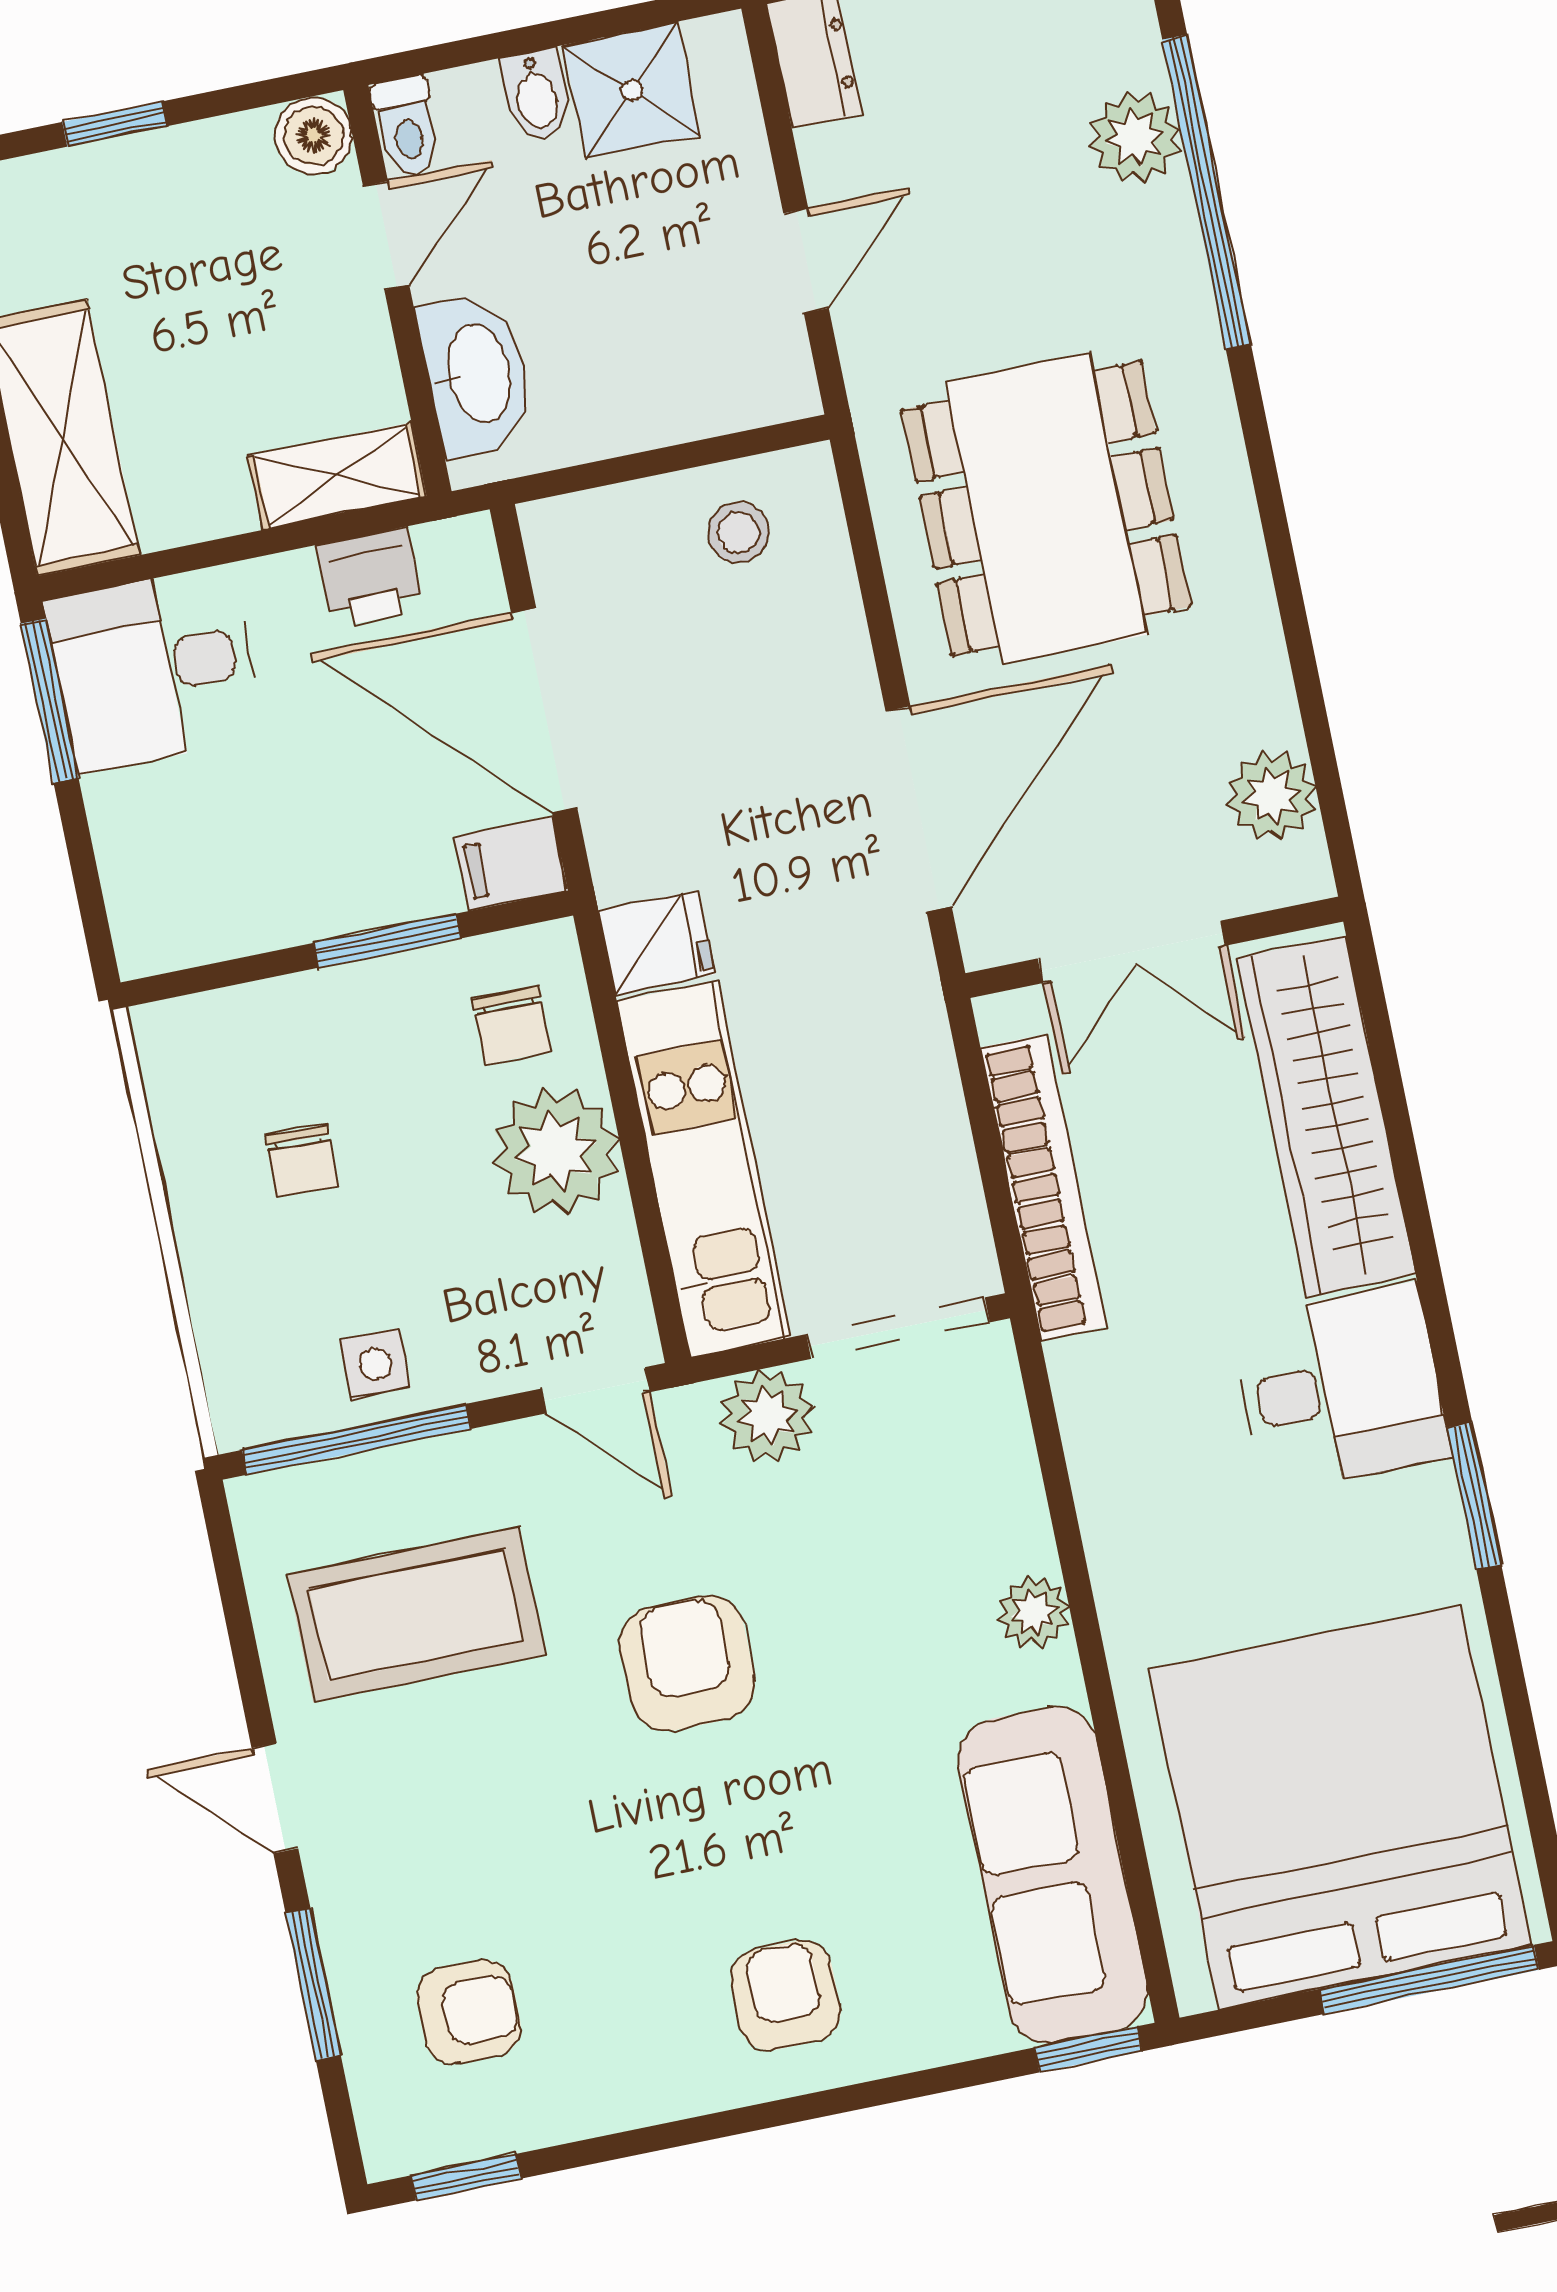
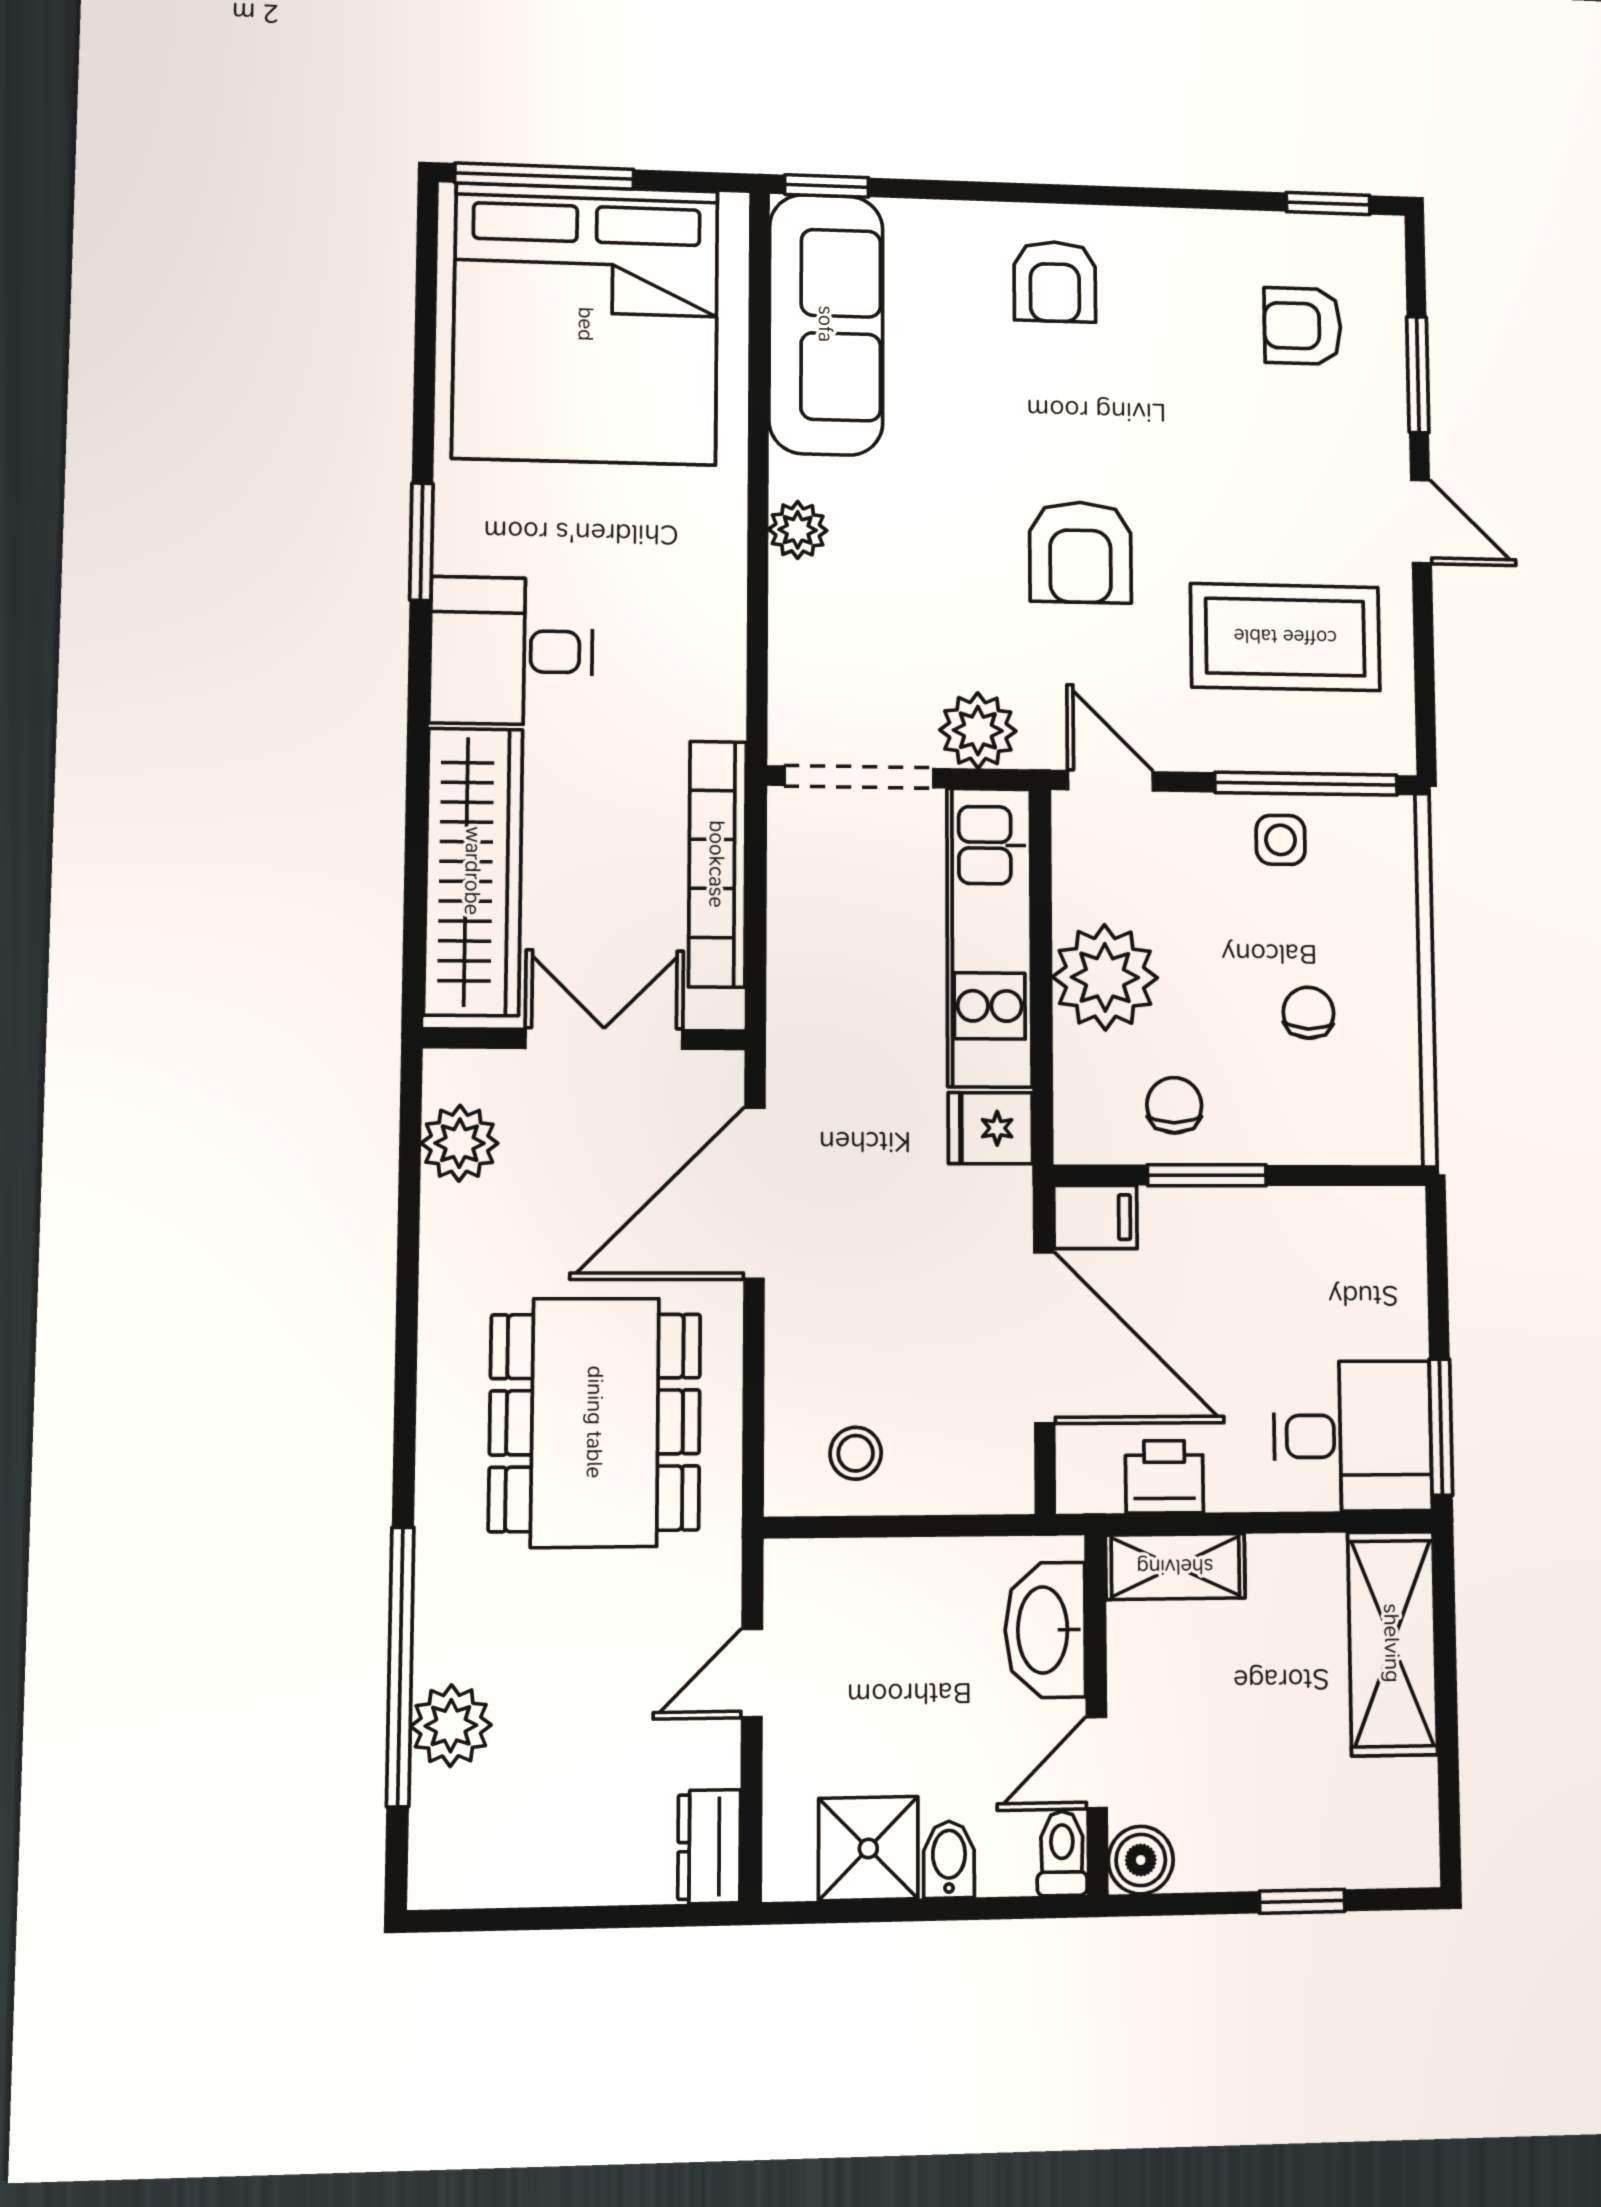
chair: (512, 1025) -> (1174, 1105), moved

